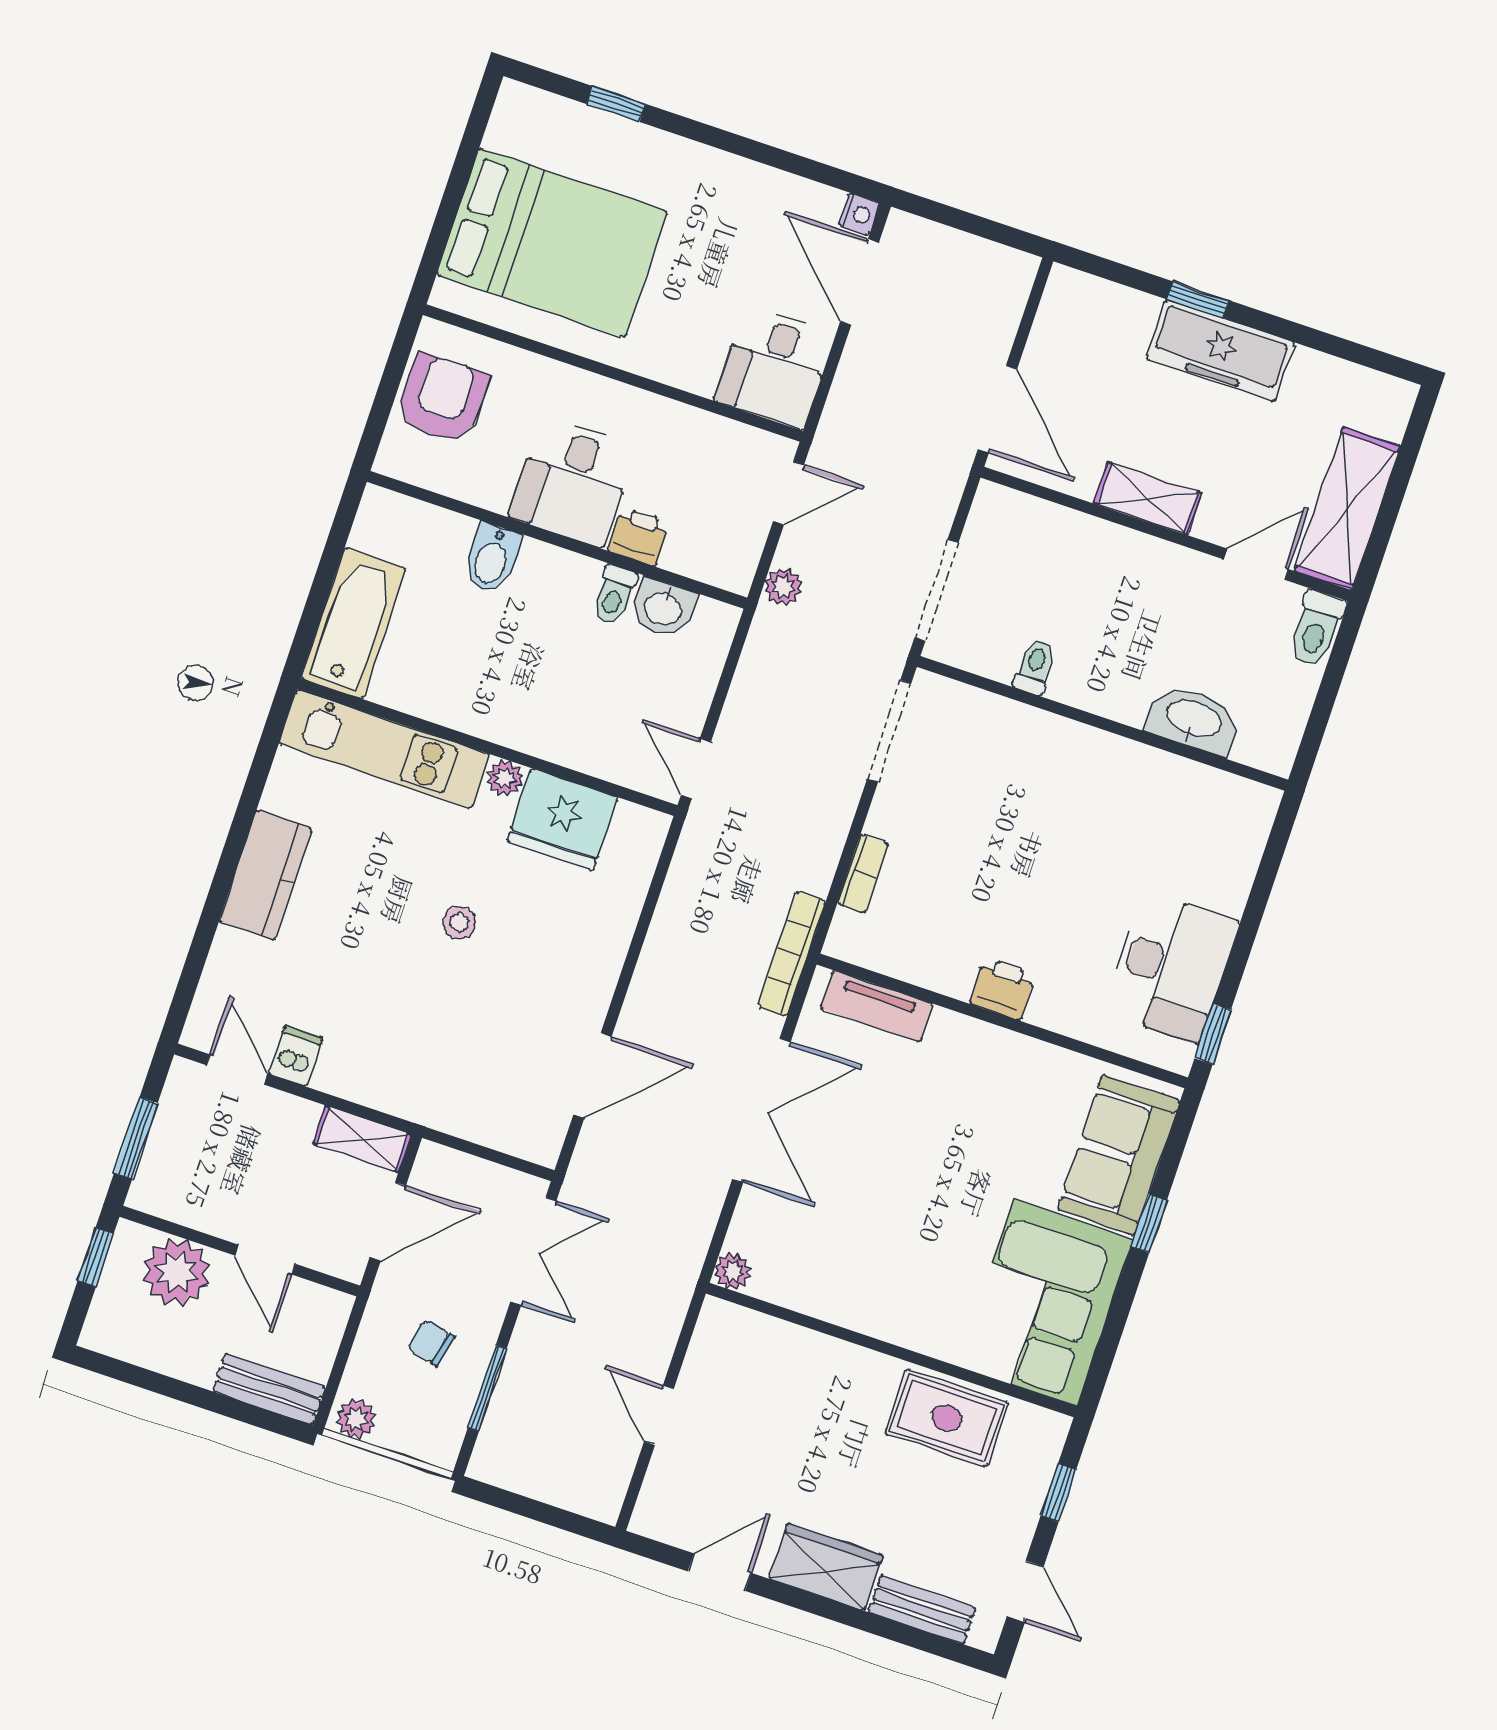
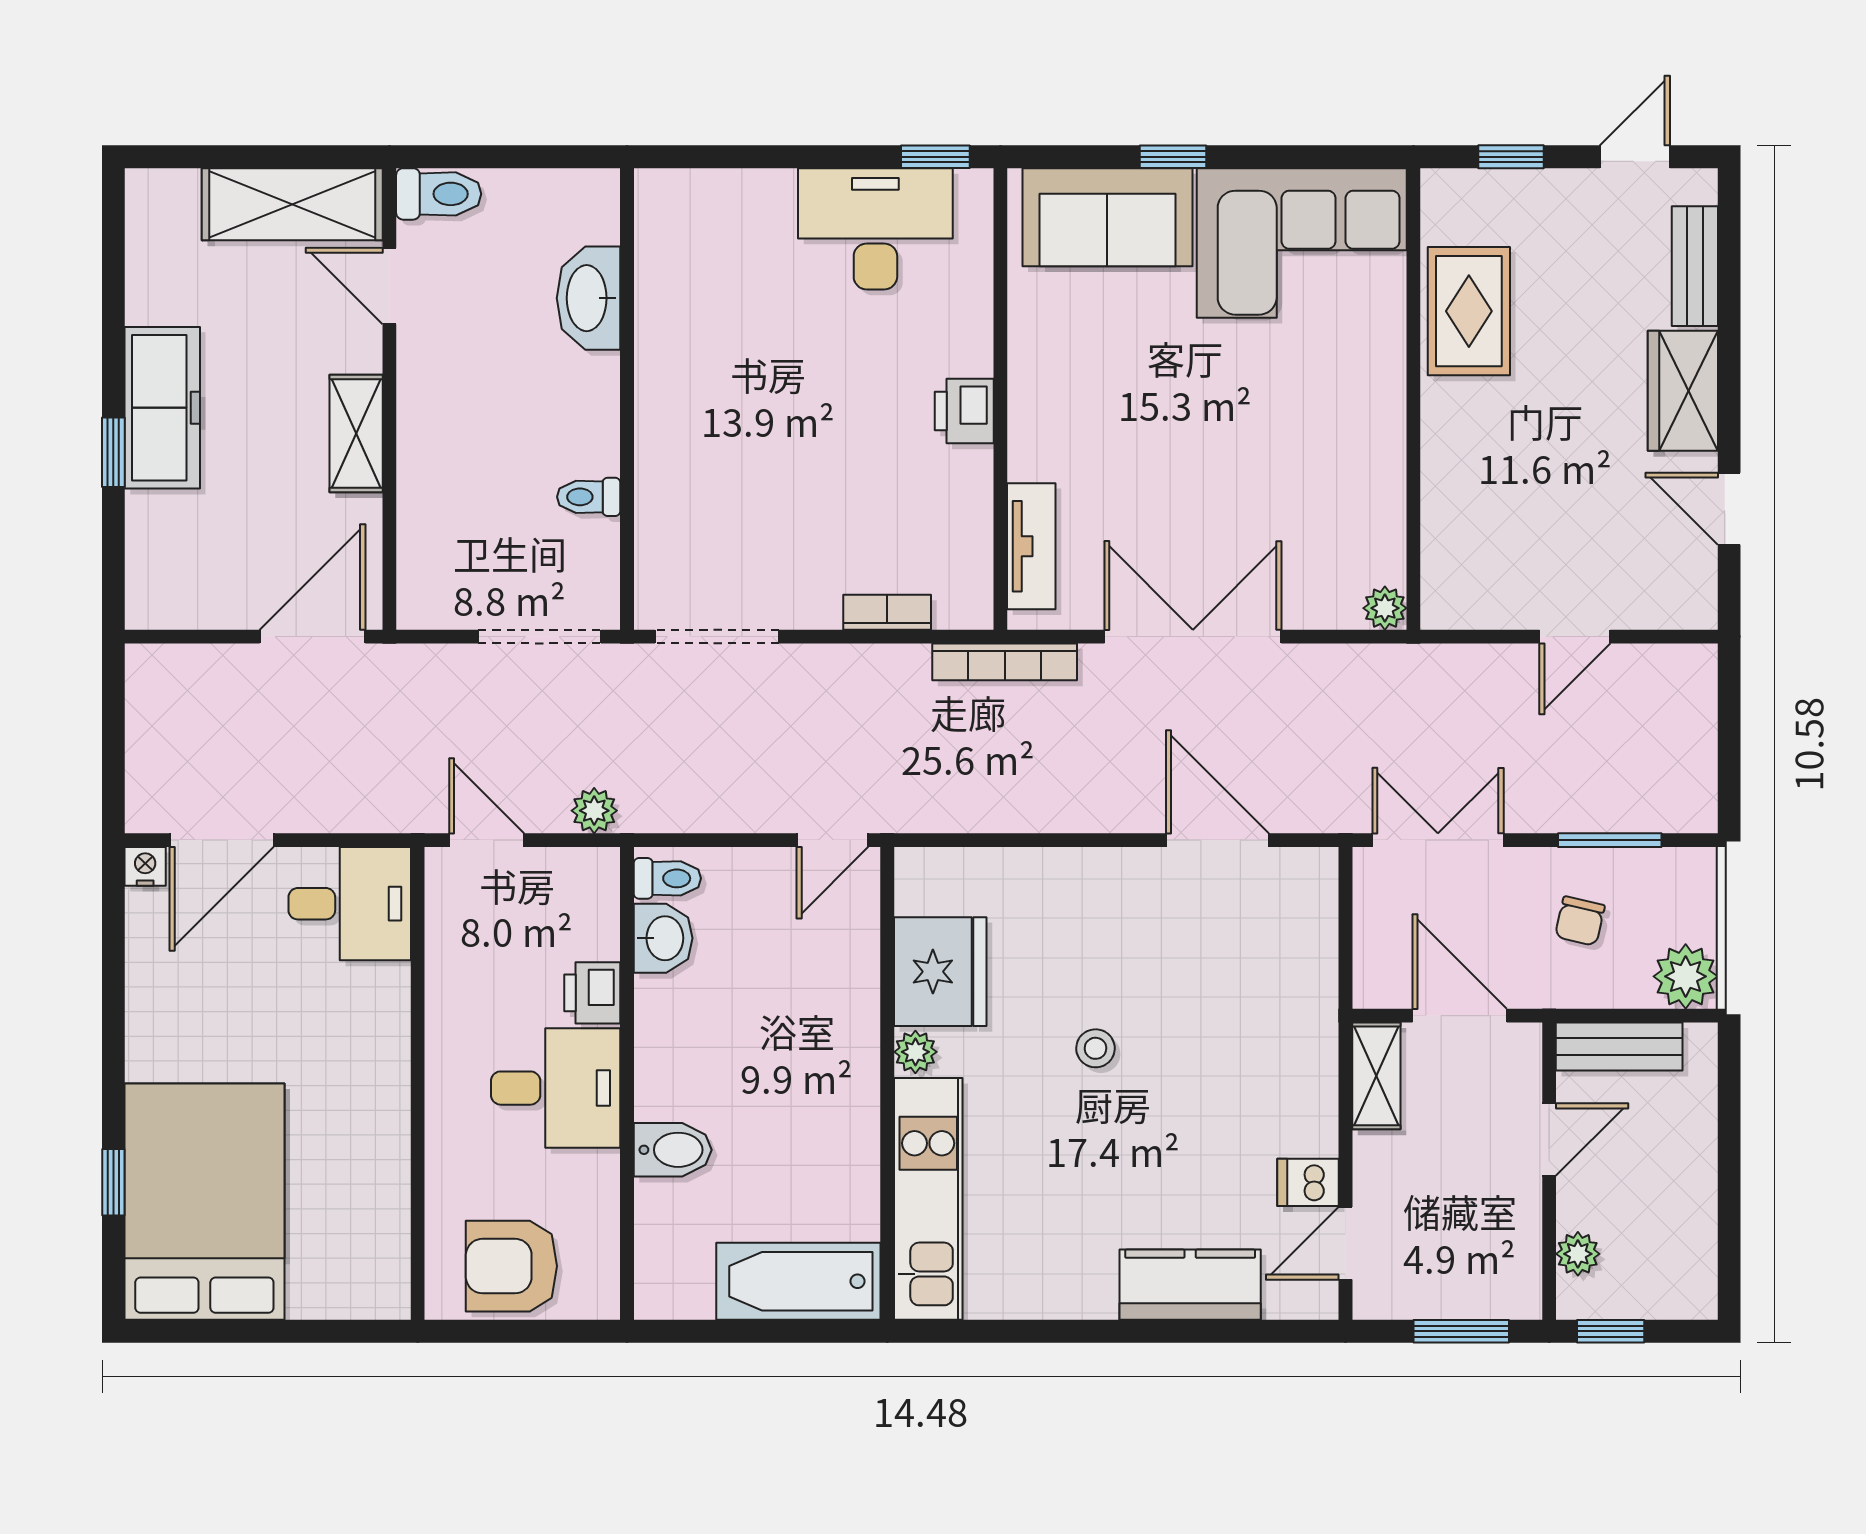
bed: (552, 243) -> (204, 1202), moved
toilet: (614, 595) -> (667, 878), moved
kitchen counter: (266, 875) -> (1190, 1285), moved
plant: (176, 1272) -> (1578, 1254), width x0.53, depth x0.53
bench: (269, 1389) -> (1619, 1047), moved, turned 90
plant: (356, 1419) -> (1686, 976), width x1.38, depth x1.38

